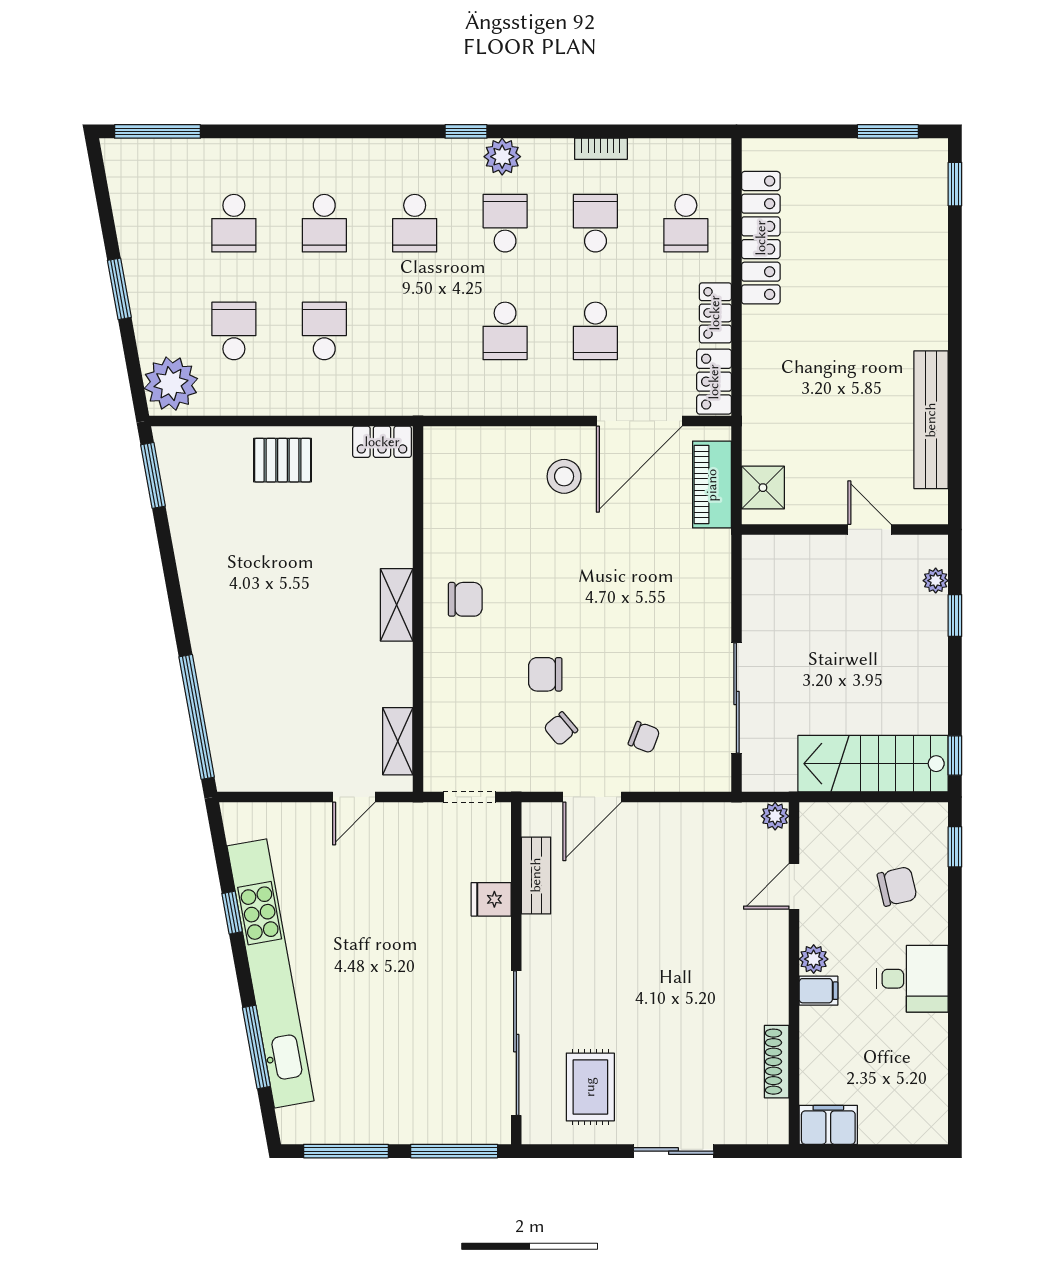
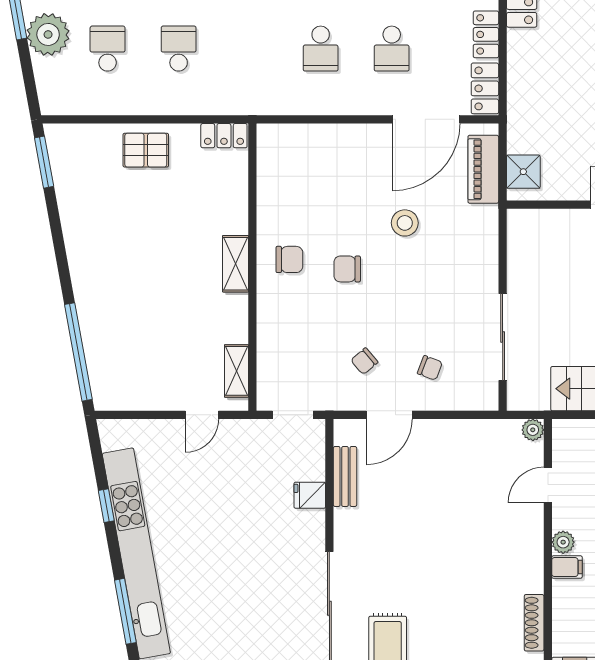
plant: (171, 384) -> (48, 34), moved
stool: (564, 476) -> (405, 223), moved
chair: (545, 674) -> (347, 269), moved

